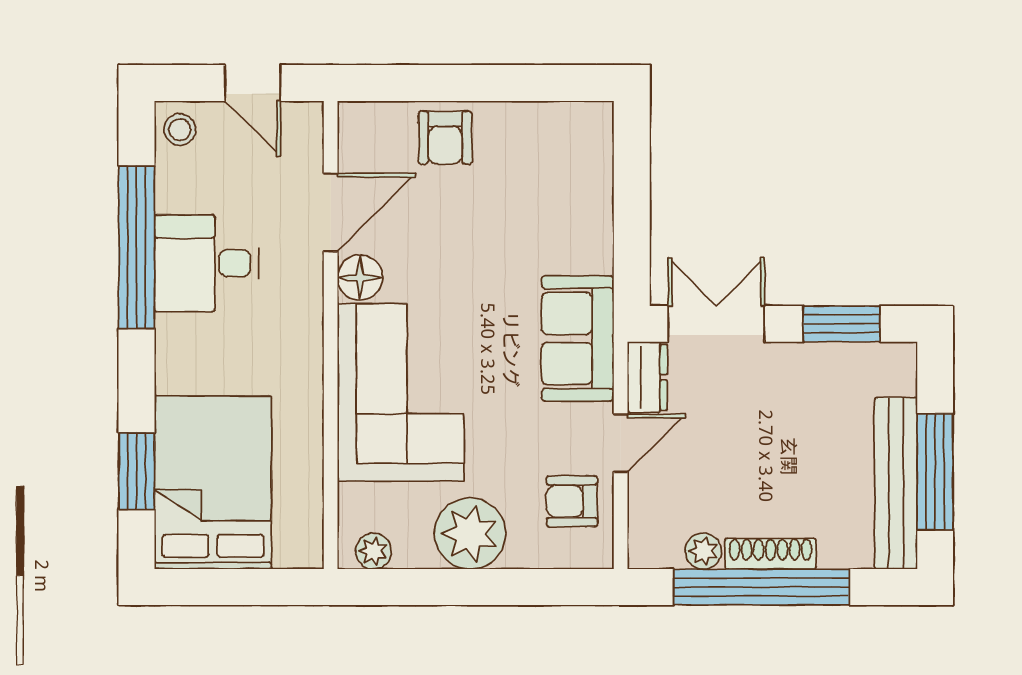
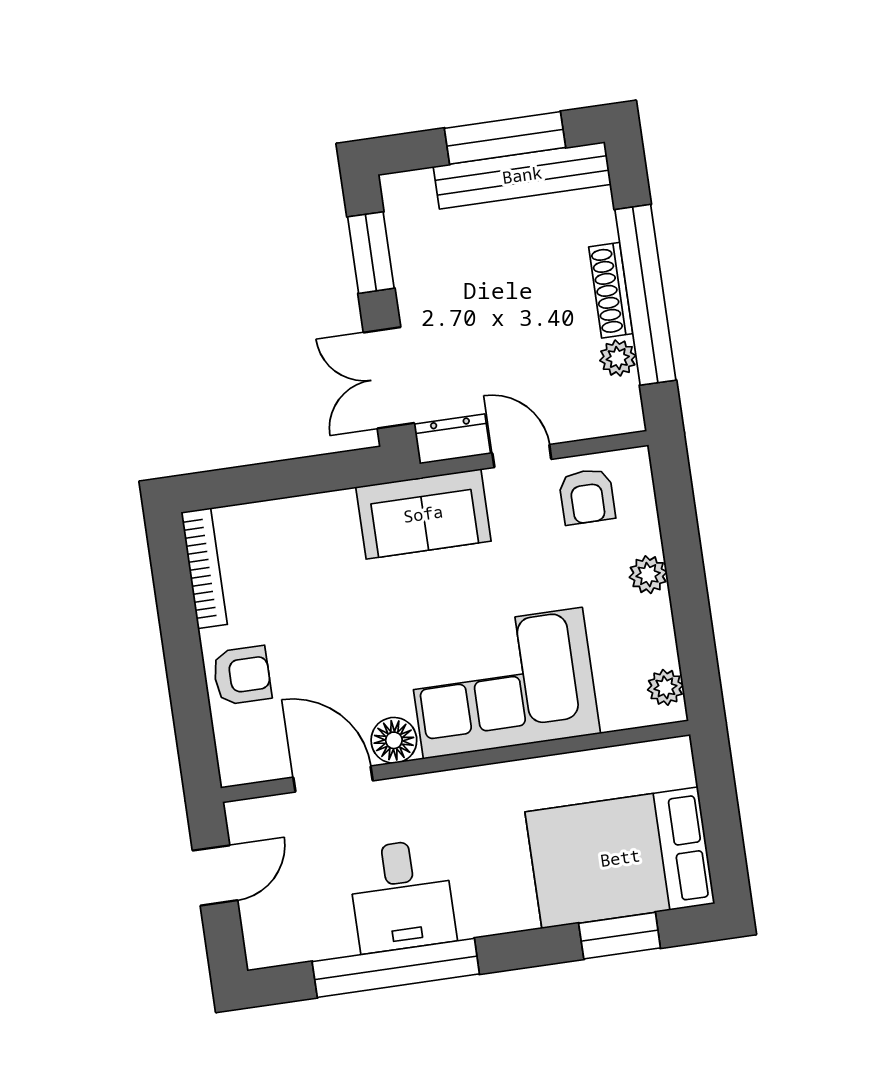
bookcase: (556, 116) -> (204, 568), added
stool: (180, 130) -> (272, 941), removed
plant: (470, 534) -> (648, 575), width x0.53, depth x0.53

